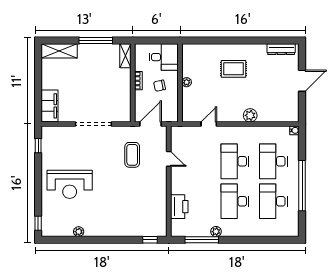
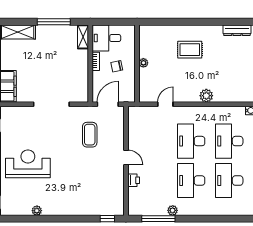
desk: (164, 57) -> (106, 38), moved, turned 180
door: (169, 159) -> (126, 157), moved
reception desk: (70, 184) -> (28, 164), turned 180
printer: (179, 207) -> (134, 180), width x0.53, depth x0.68

